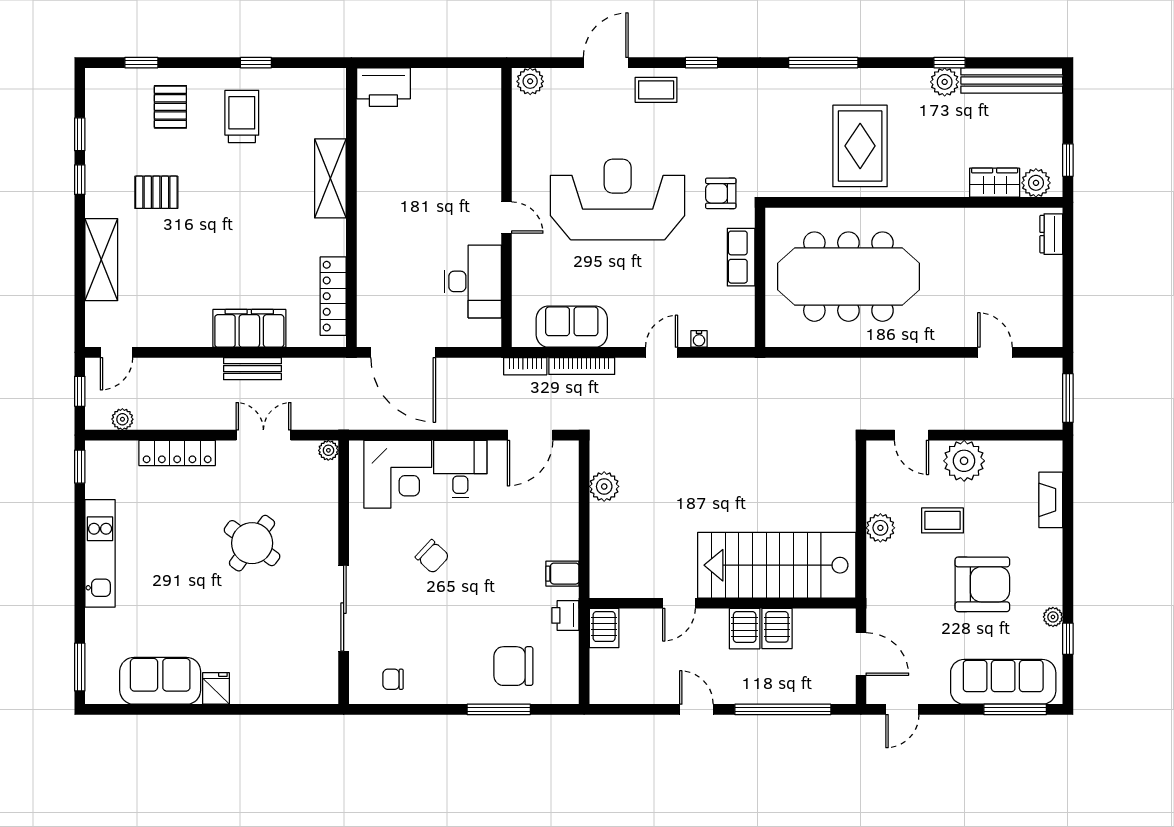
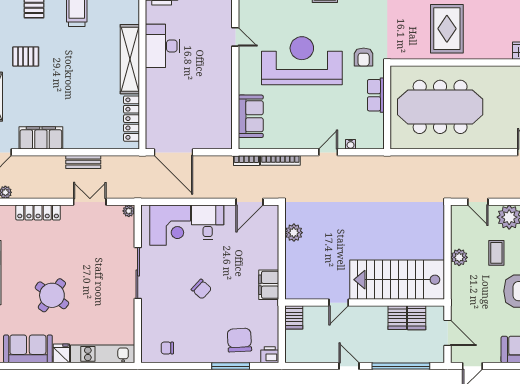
shelving: (330, 178) -> (130, 59), width x1.47
armchair: (721, 193) -> (364, 57), turned -90
door: (507, 218) -> (235, 37), moved
desk: (473, 281) -> (163, 46), moved, turned 180
sofa: (572, 327) -> (251, 116), moved, turned 90
filing cabinet: (249, 328) -> (41, 138), moved
coffee table: (943, 520) -> (496, 253), turned 90
round table: (252, 543) -> (52, 295), moved
chair: (432, 557) -> (201, 289), moved
filing cabinet: (562, 574) -> (269, 285), width x2.00
sliding door: (344, 608) -> (138, 273), moved
printer: (565, 615) -> (270, 355), moved, turned 90
server rack: (745, 629) -> (417, 318), moved
chair: (513, 666) -> (239, 340), turned 87
kitchen unit: (285, 689) -> (103, 354), added

